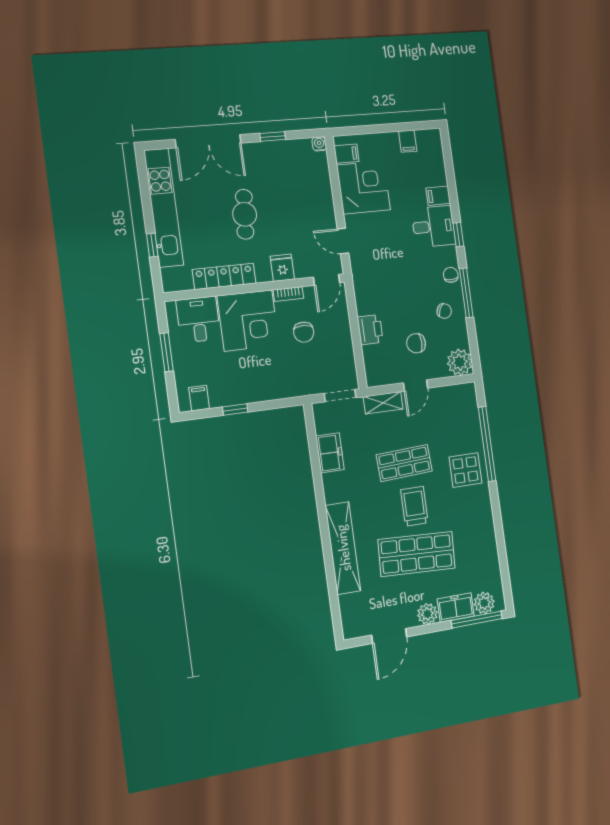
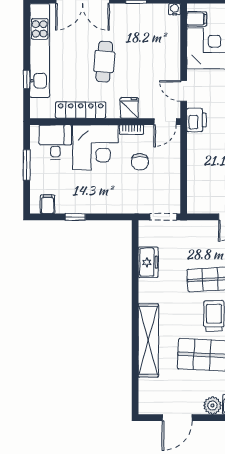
printer: (370, 330) -> (196, 120), moved
shelving: (383, 403) -> (199, 228), removed

